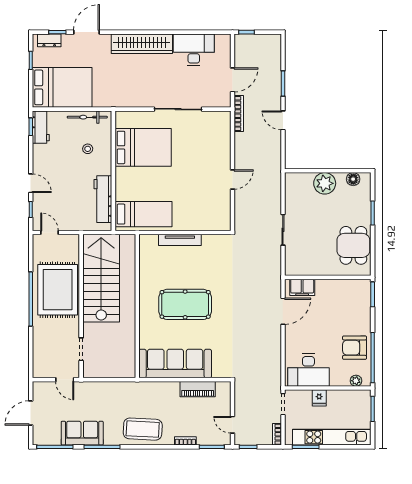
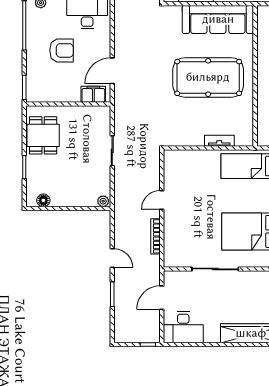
desk: (194, 50) -> (183, 327), moved
bookcase: (239, 114) -> (155, 236), moved
plant: (325, 183) -> (103, 201), moved, width x0.53, depth x0.53
tv unit: (180, 240) -> (219, 141), width x0.71
pool table: (185, 304) -> (208, 77), width x1.36, depth x1.32
armchair: (355, 348) -> (61, 50), moved

